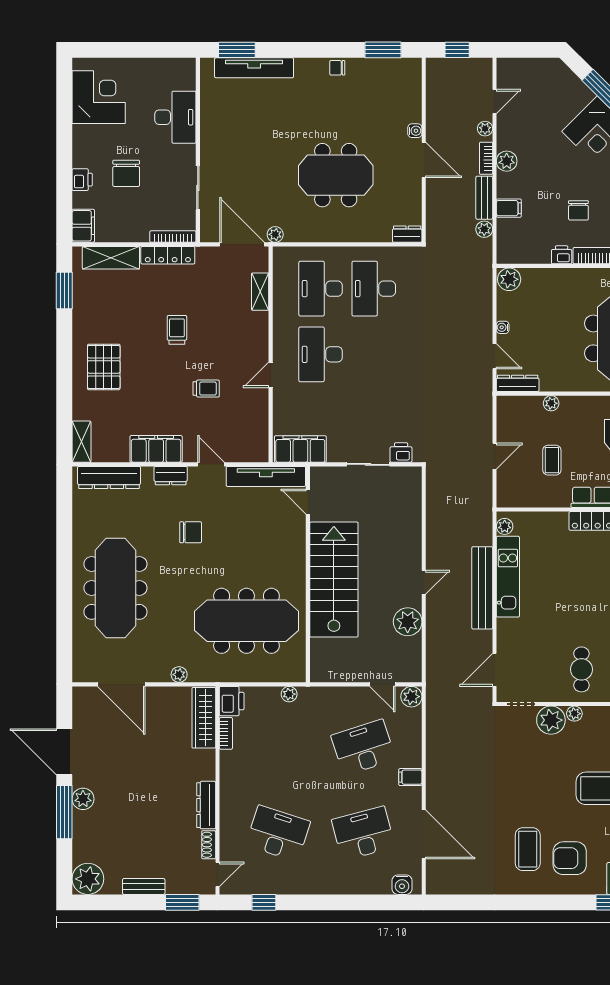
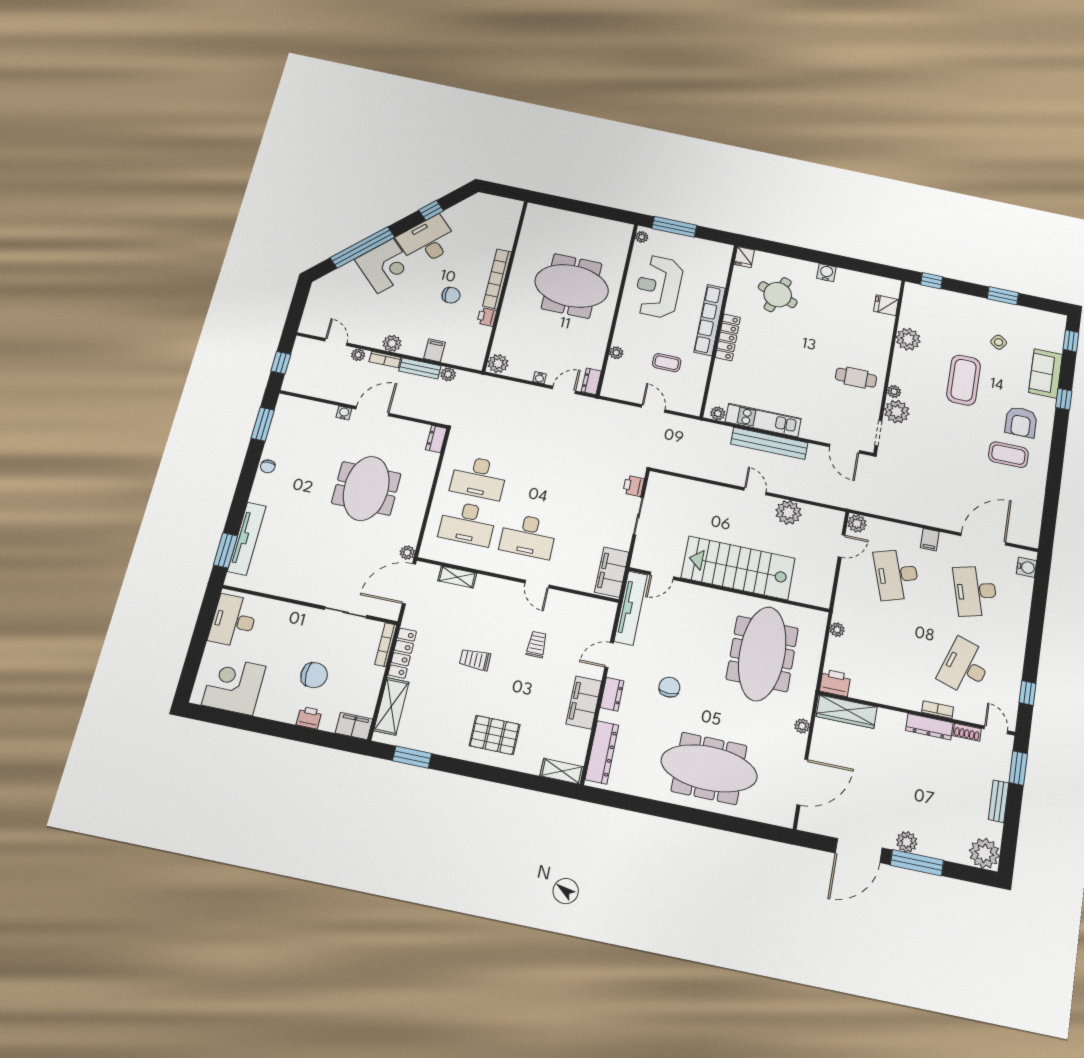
desk: (175, 117) -> (233, 621), moved, turned -90
dresser: (518, 383) -> (591, 381), width x0.70
bookcase: (226, 733) -> (938, 710), moved

